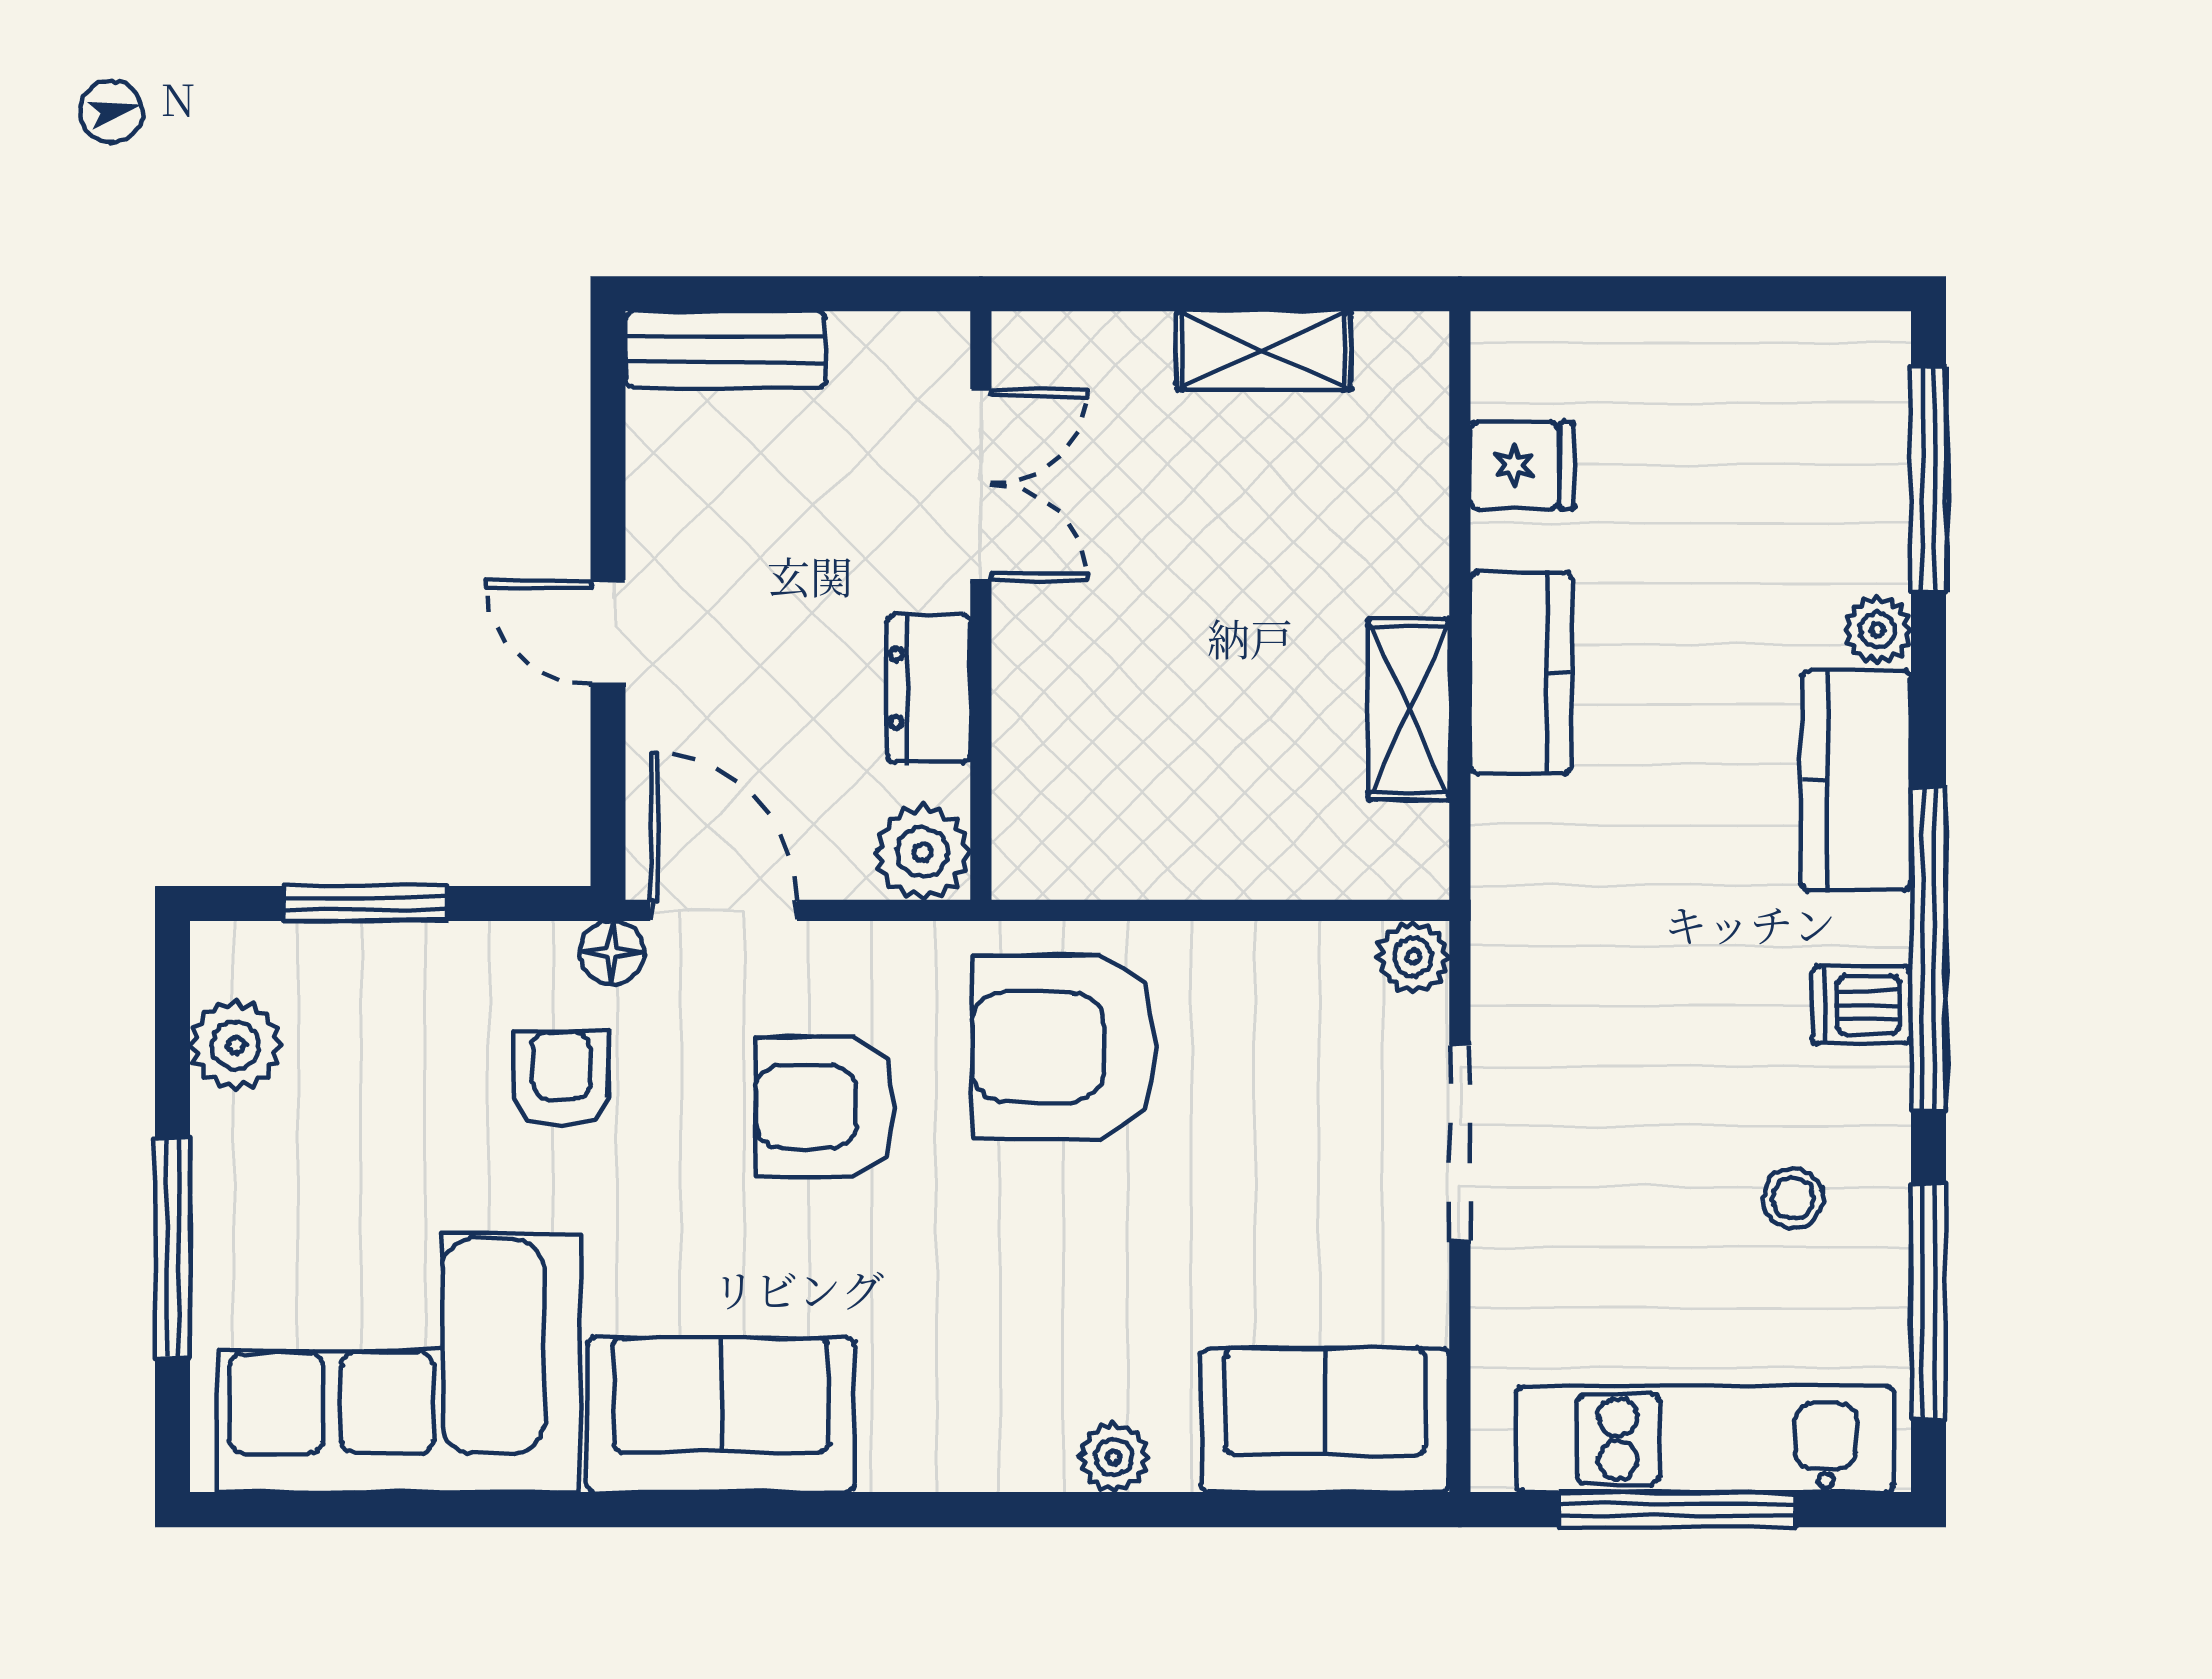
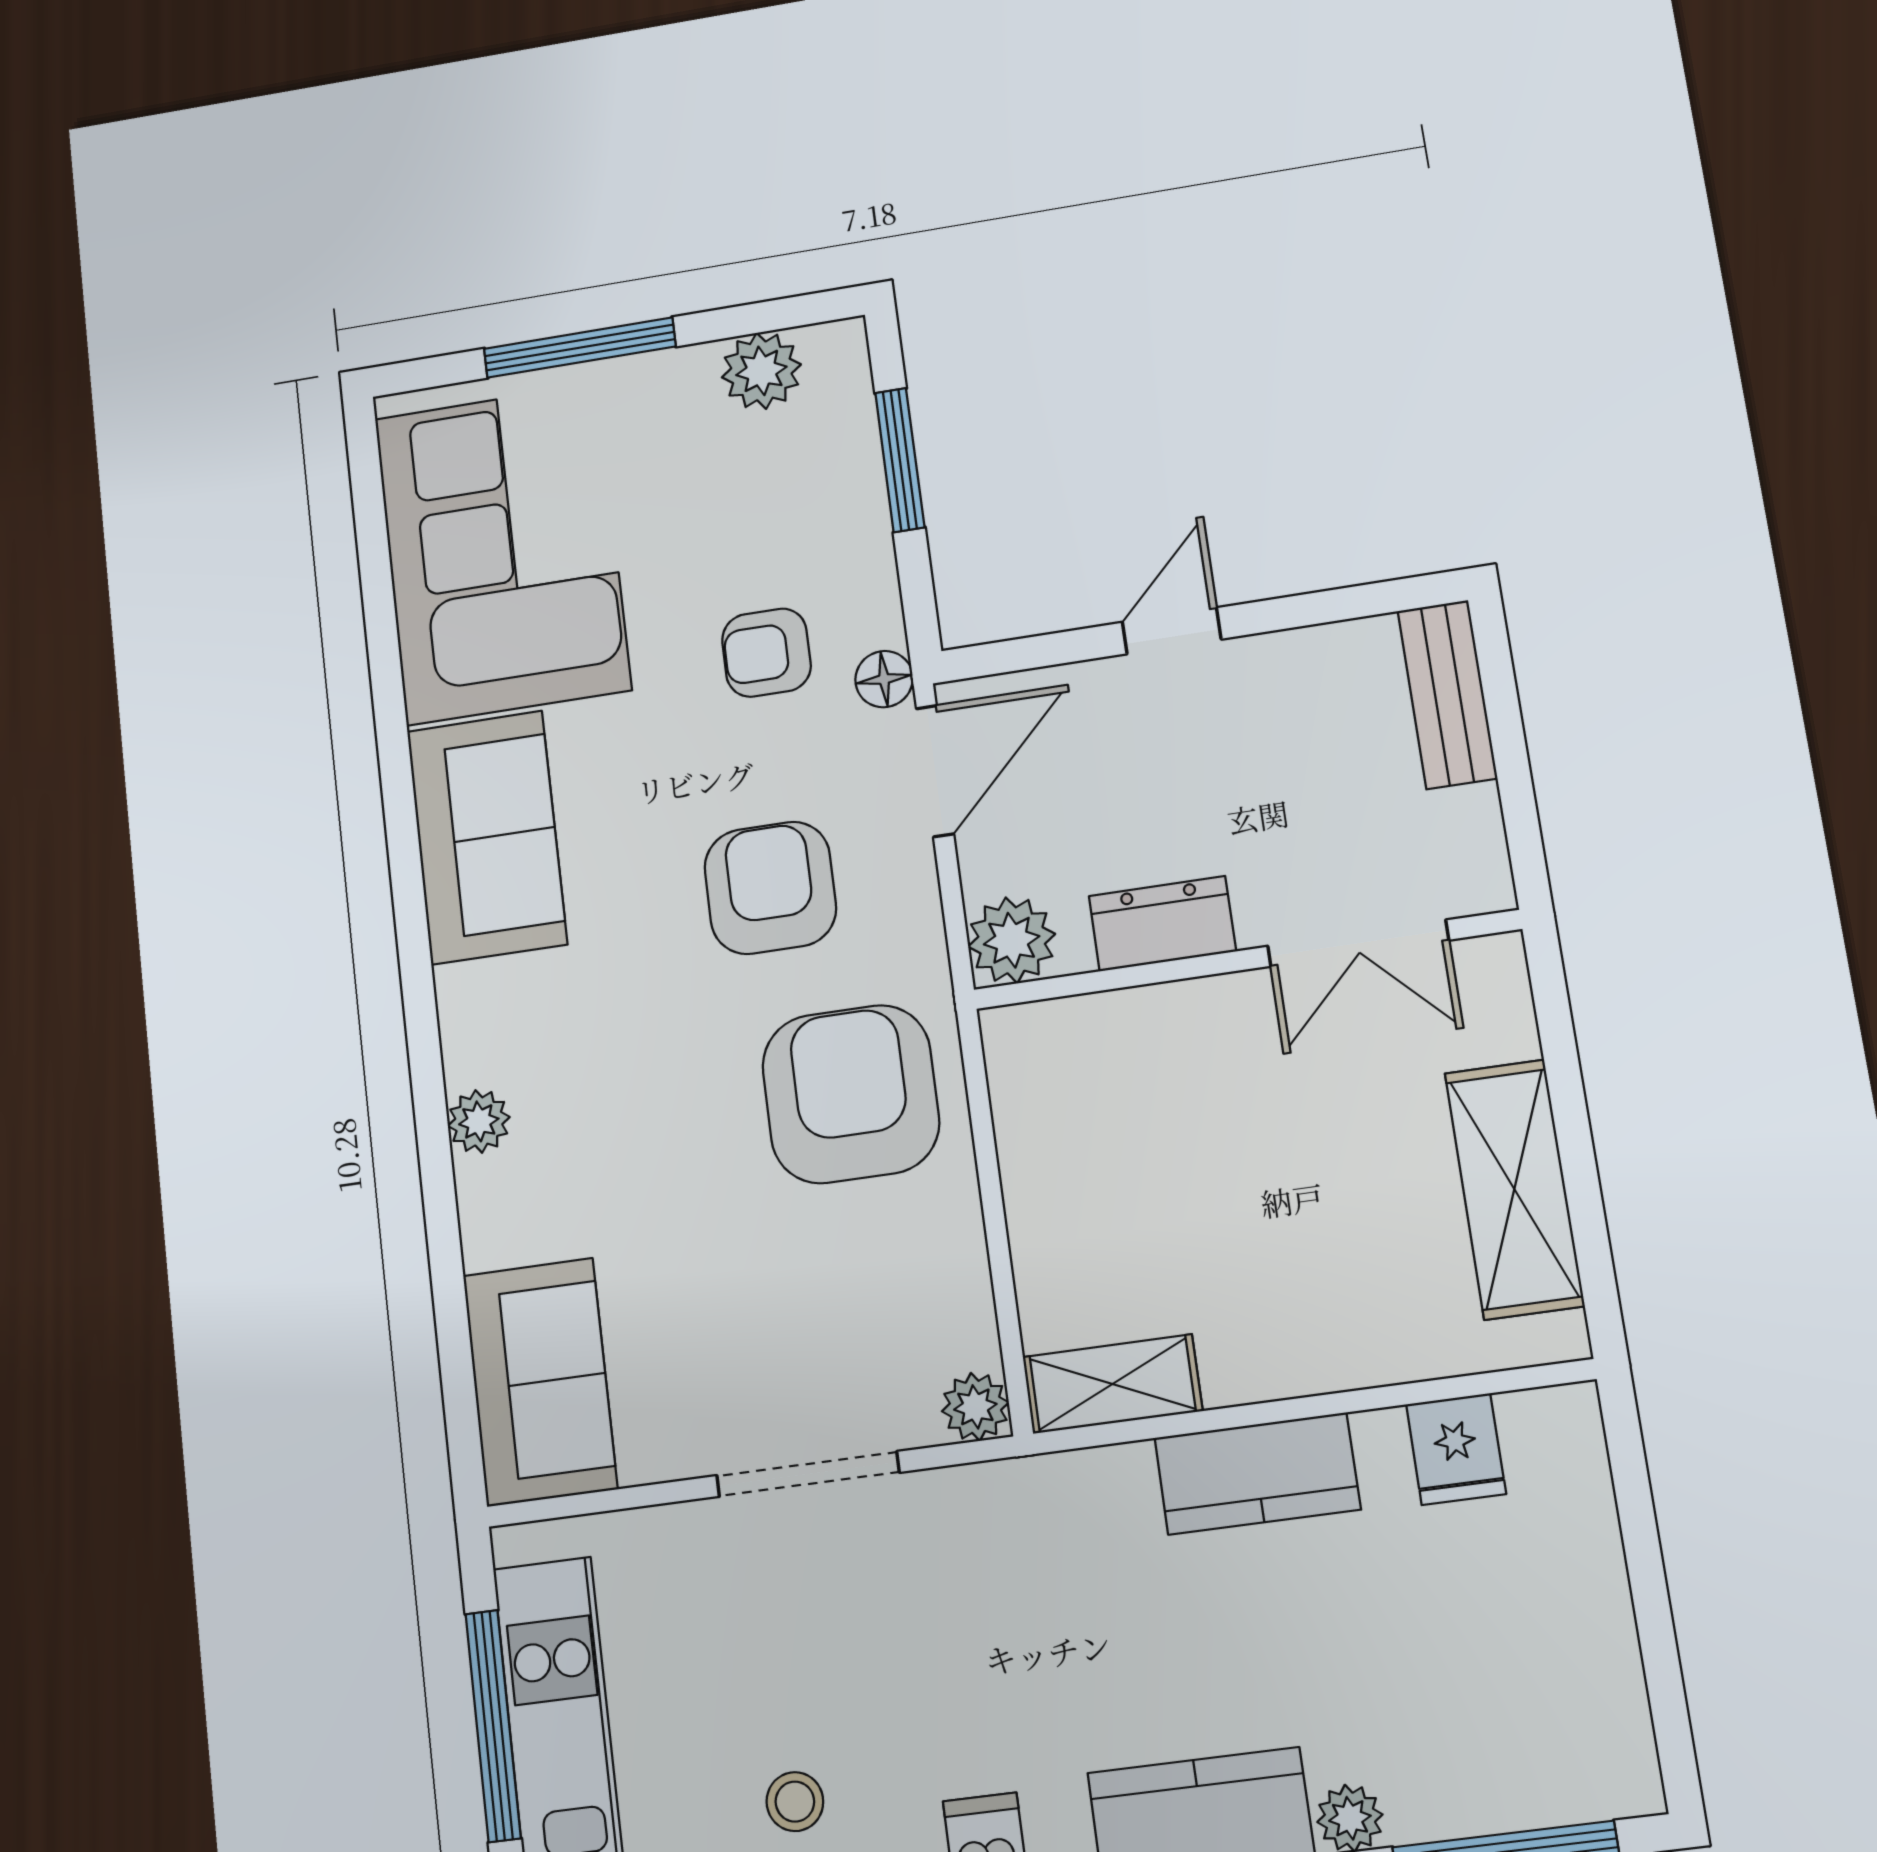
shelving: (1264, 350) -> (1514, 1189), width x1.50, depth x1.33
shelving: (1409, 710) -> (1112, 1384), moved
armchair: (561, 1079) -> (766, 653), turned 180
plant: (1114, 1457) -> (479, 1121), moved

